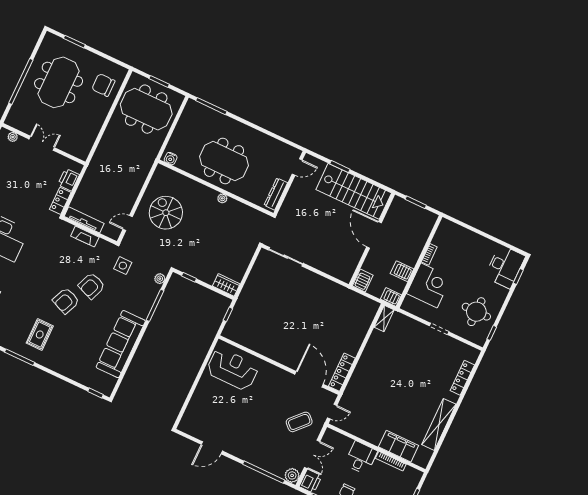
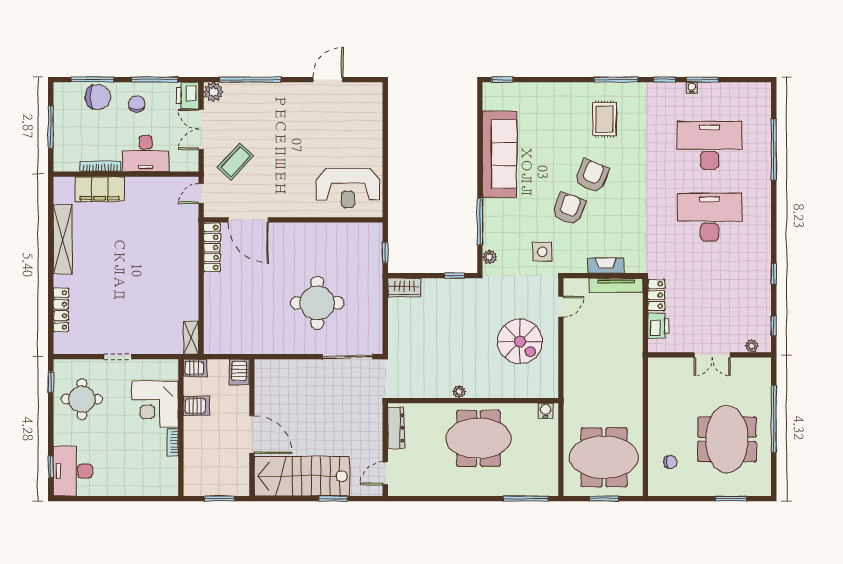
chair: (103, 85) -> (670, 462), width x0.54, depth x0.54
round table: (289, 302) -> (317, 303), added
desk: (361, 458) -> (146, 153), width x1.37

